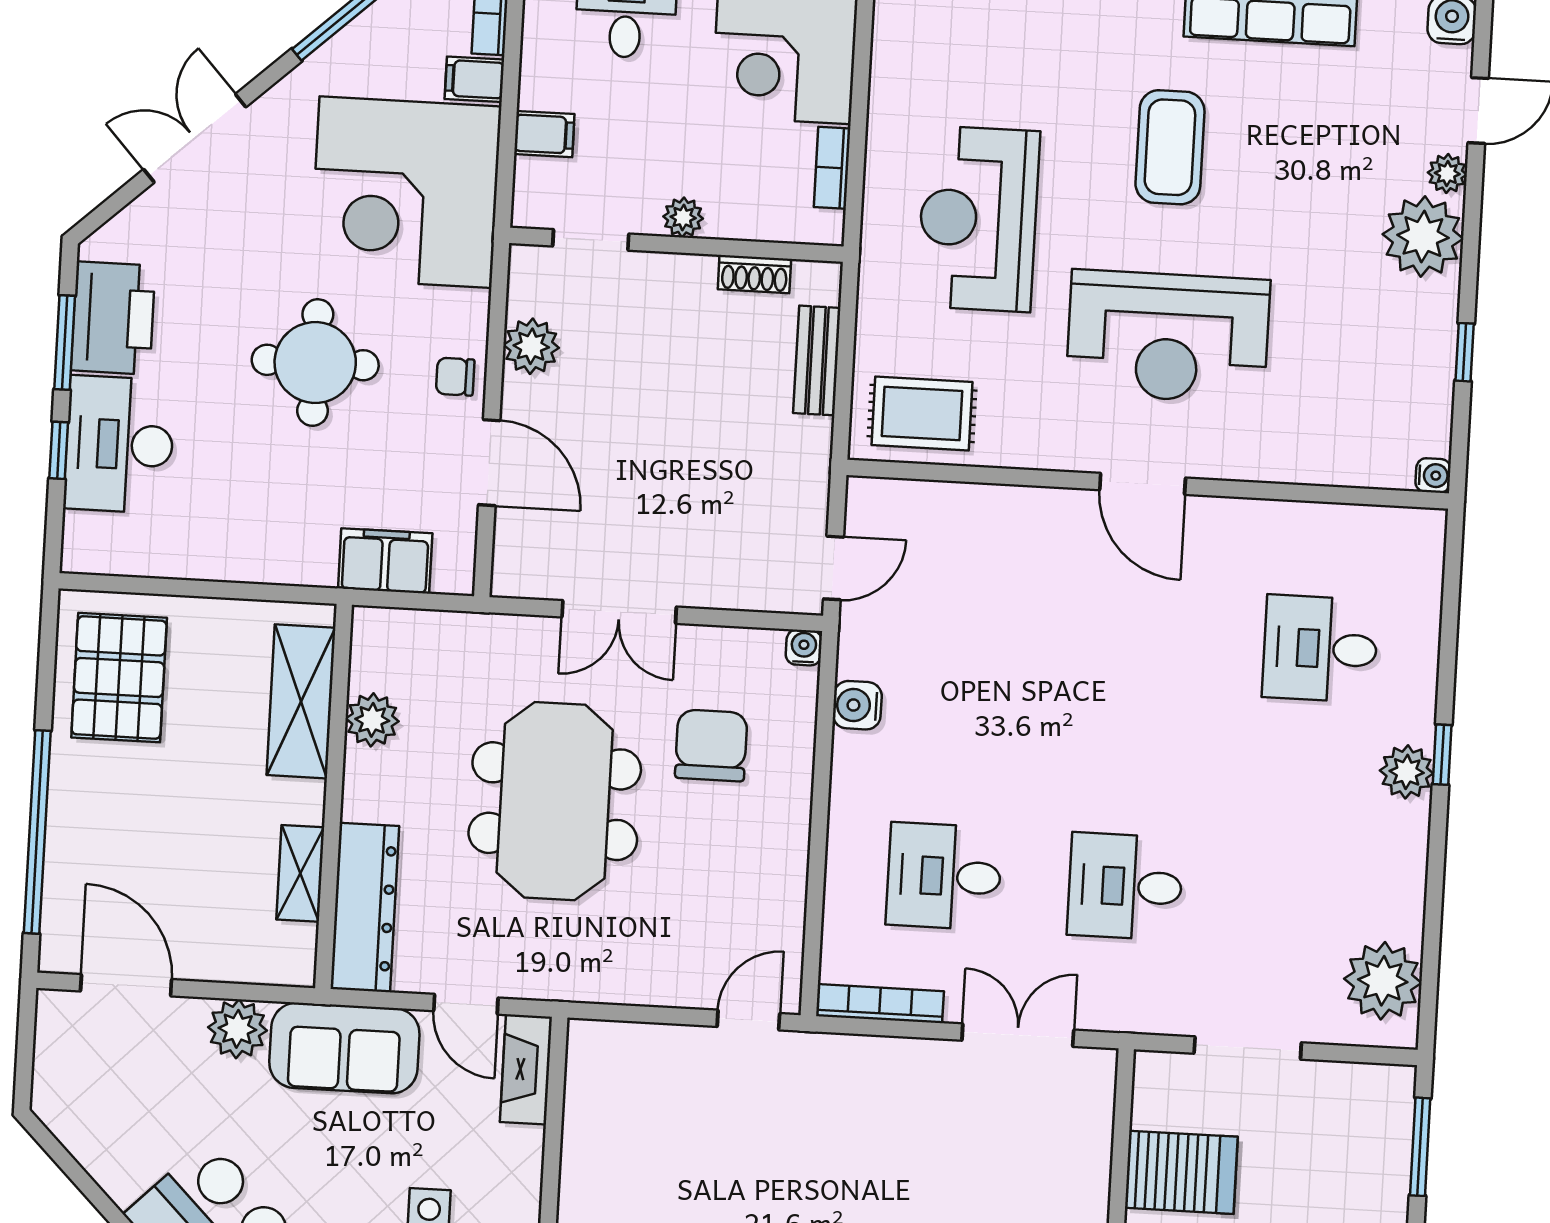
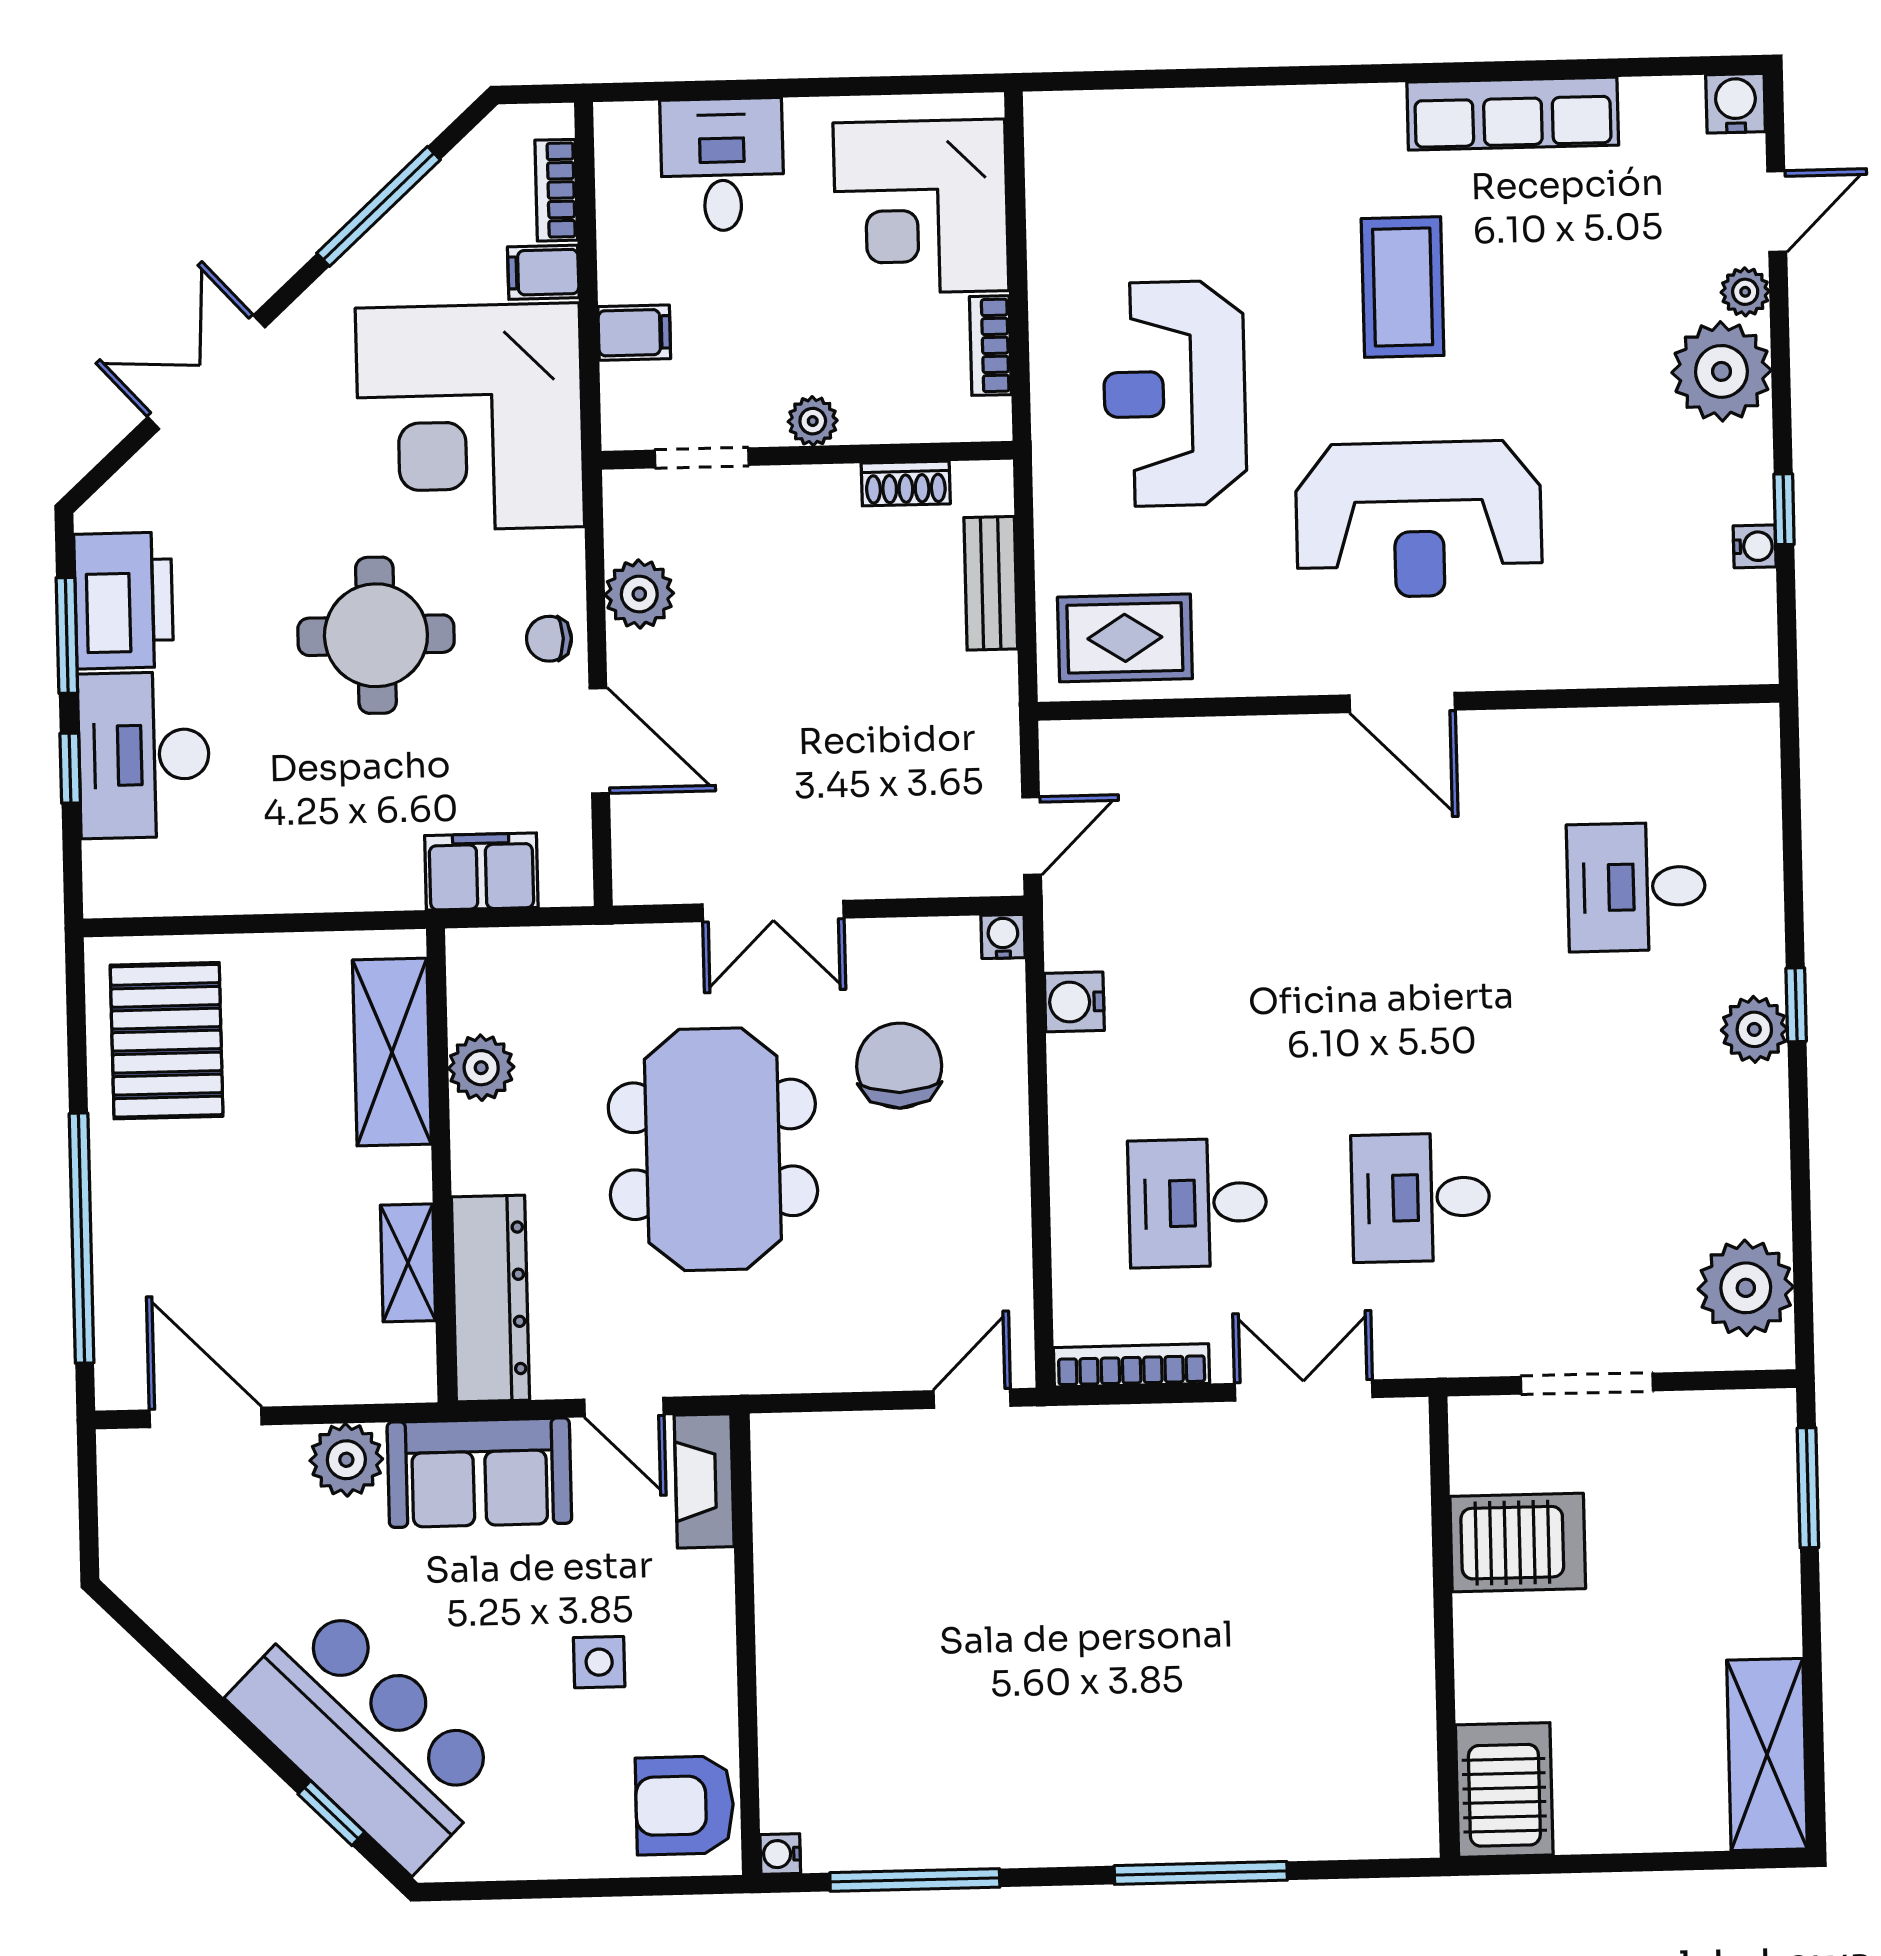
water cooler: (1433, 475) -> (1755, 546), moved

